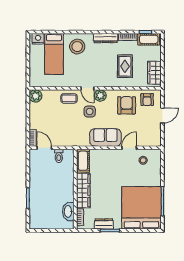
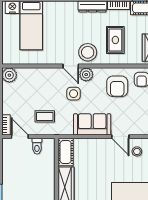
stool: (77, 47) -> (88, 52), moved
coffee table: (69, 98) -> (45, 116), moved
armchair: (127, 105) -> (117, 86), turned 180
door: (129, 148) -> (120, 137), swing flipped

